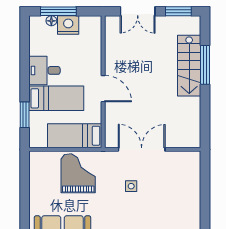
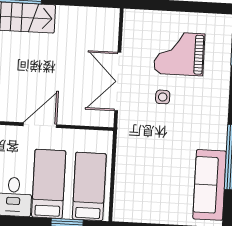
bed: (75, 136) -> (89, 186), moved, turned 180
grand piano: (78, 173) -> (179, 54), moved

